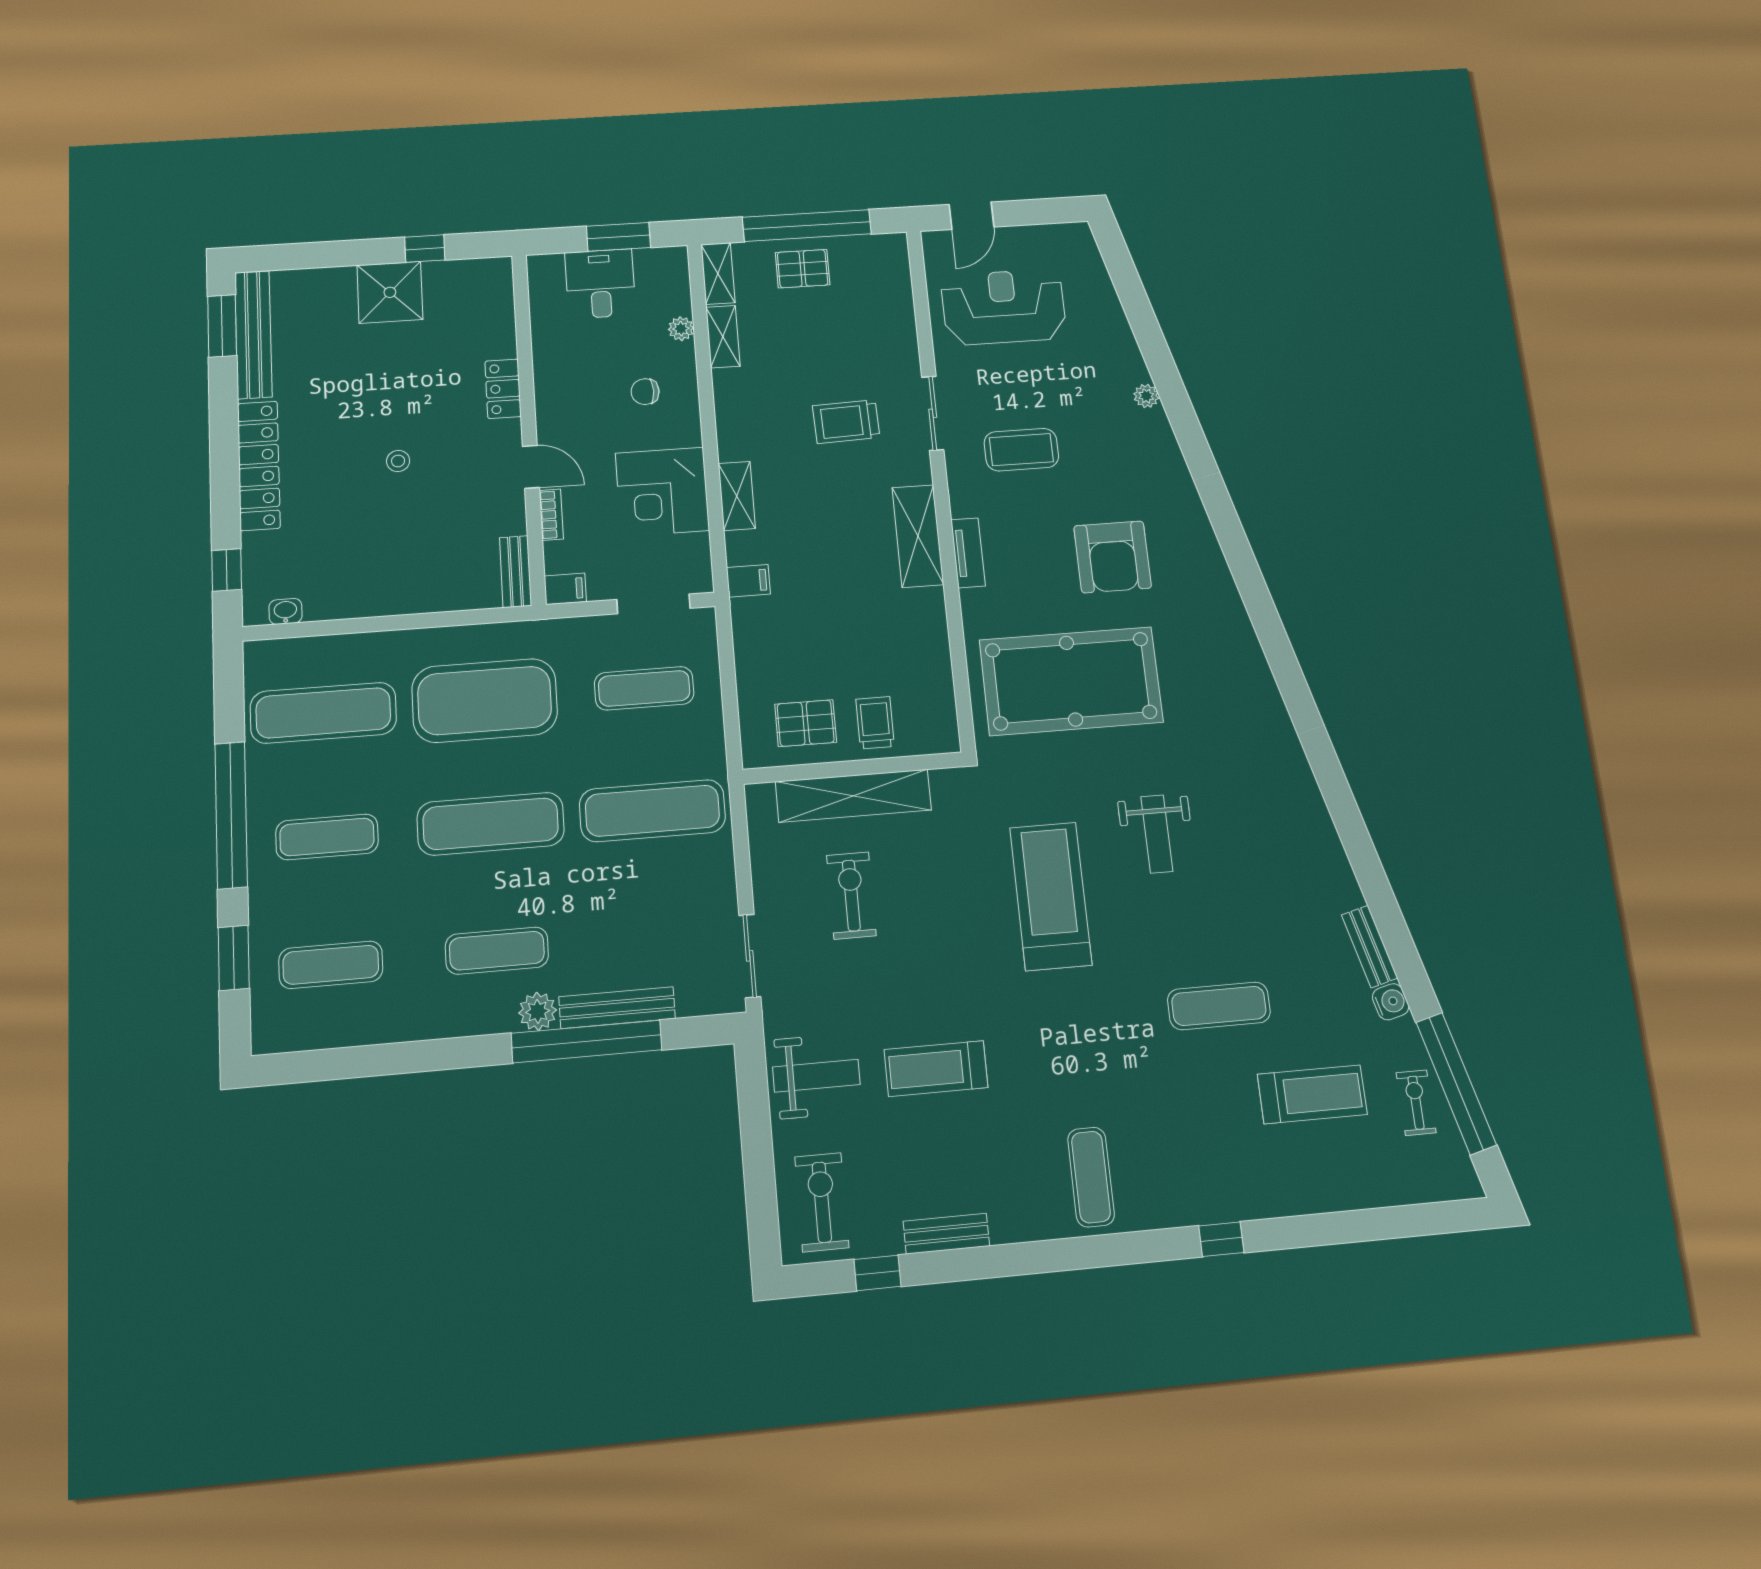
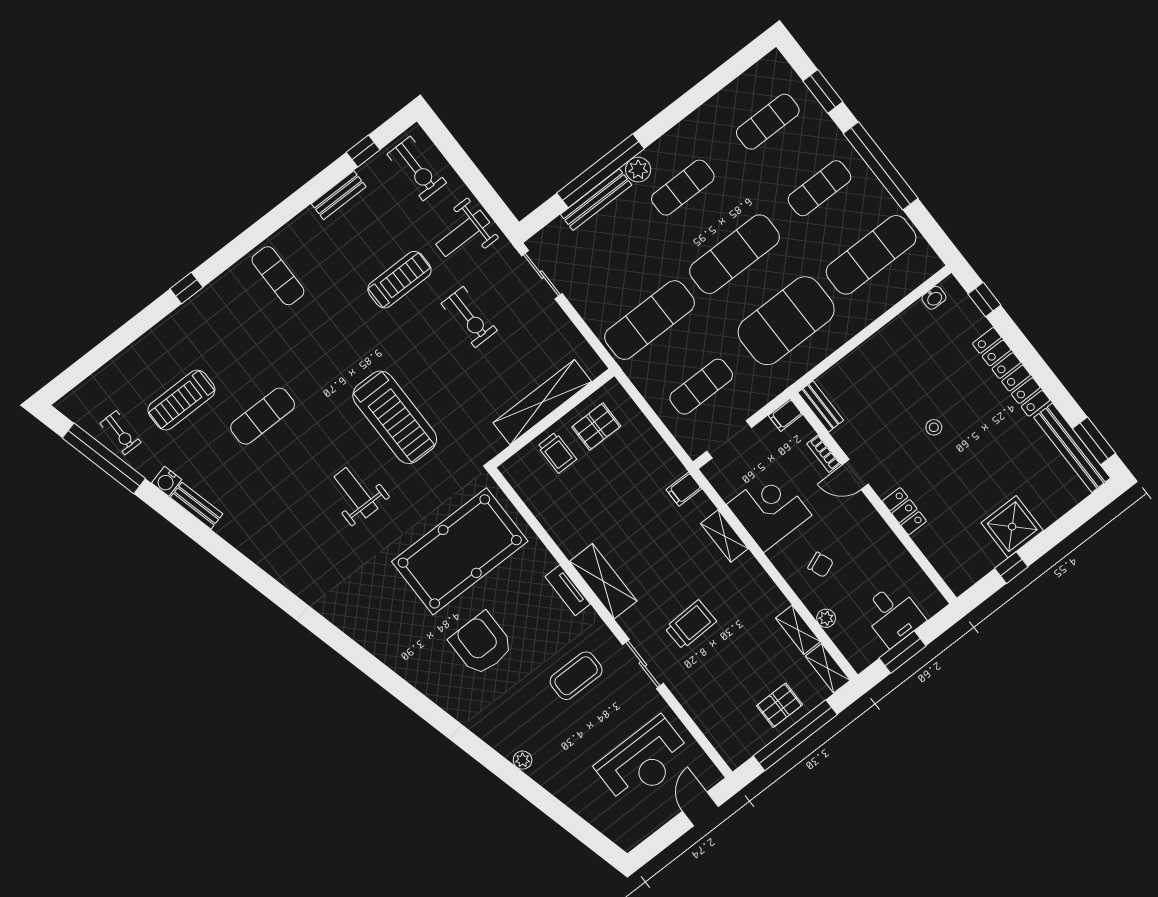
chair: (645, 392) -> (821, 565), turned 68
exercise bike: (851, 895) -> (469, 317), moved

